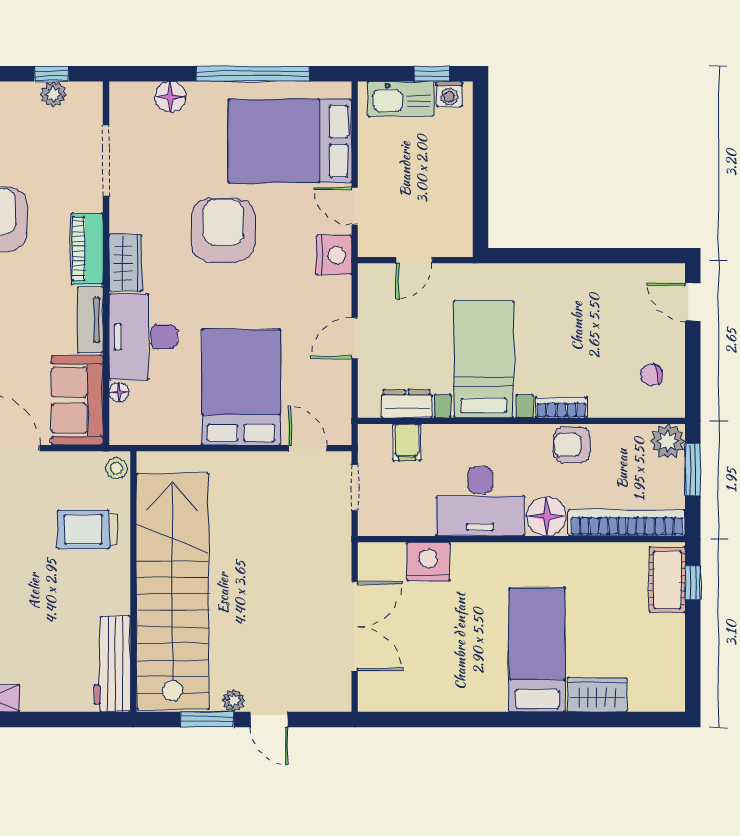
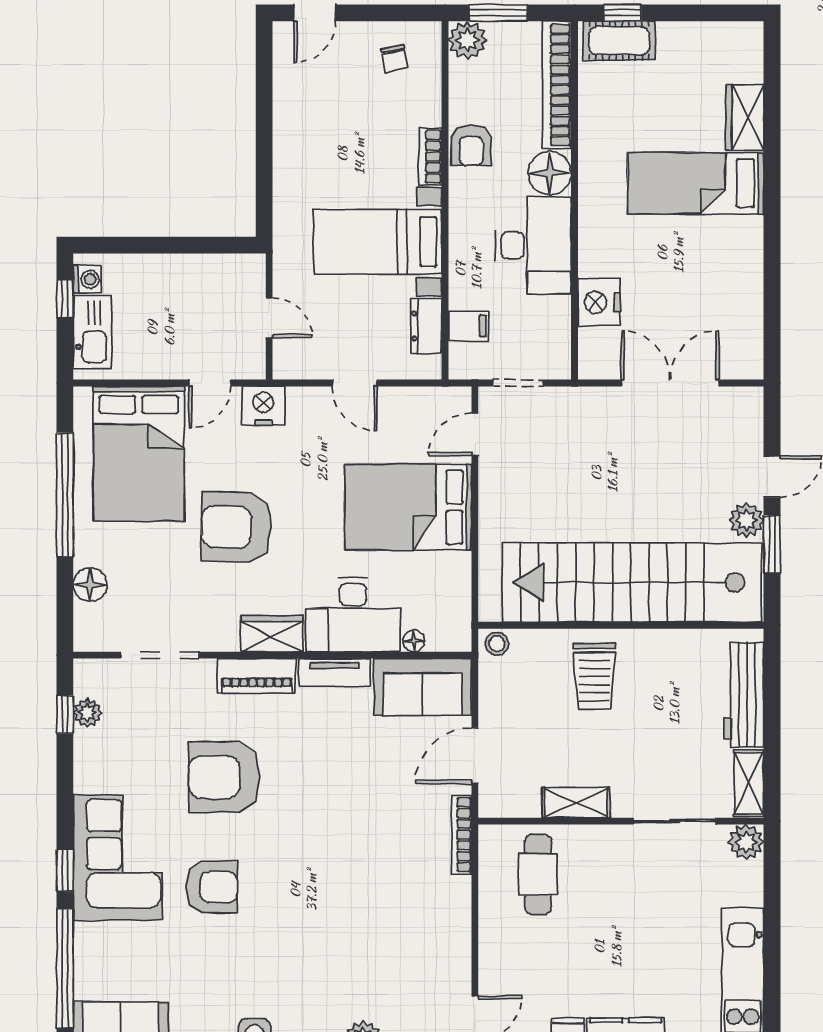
trolley: (87, 529) -> (594, 676), moved
workbench: (112, 664) -> (744, 695), moved, turned 90
plant: (234, 701) -> (746, 520), width x1.38, depth x1.38

